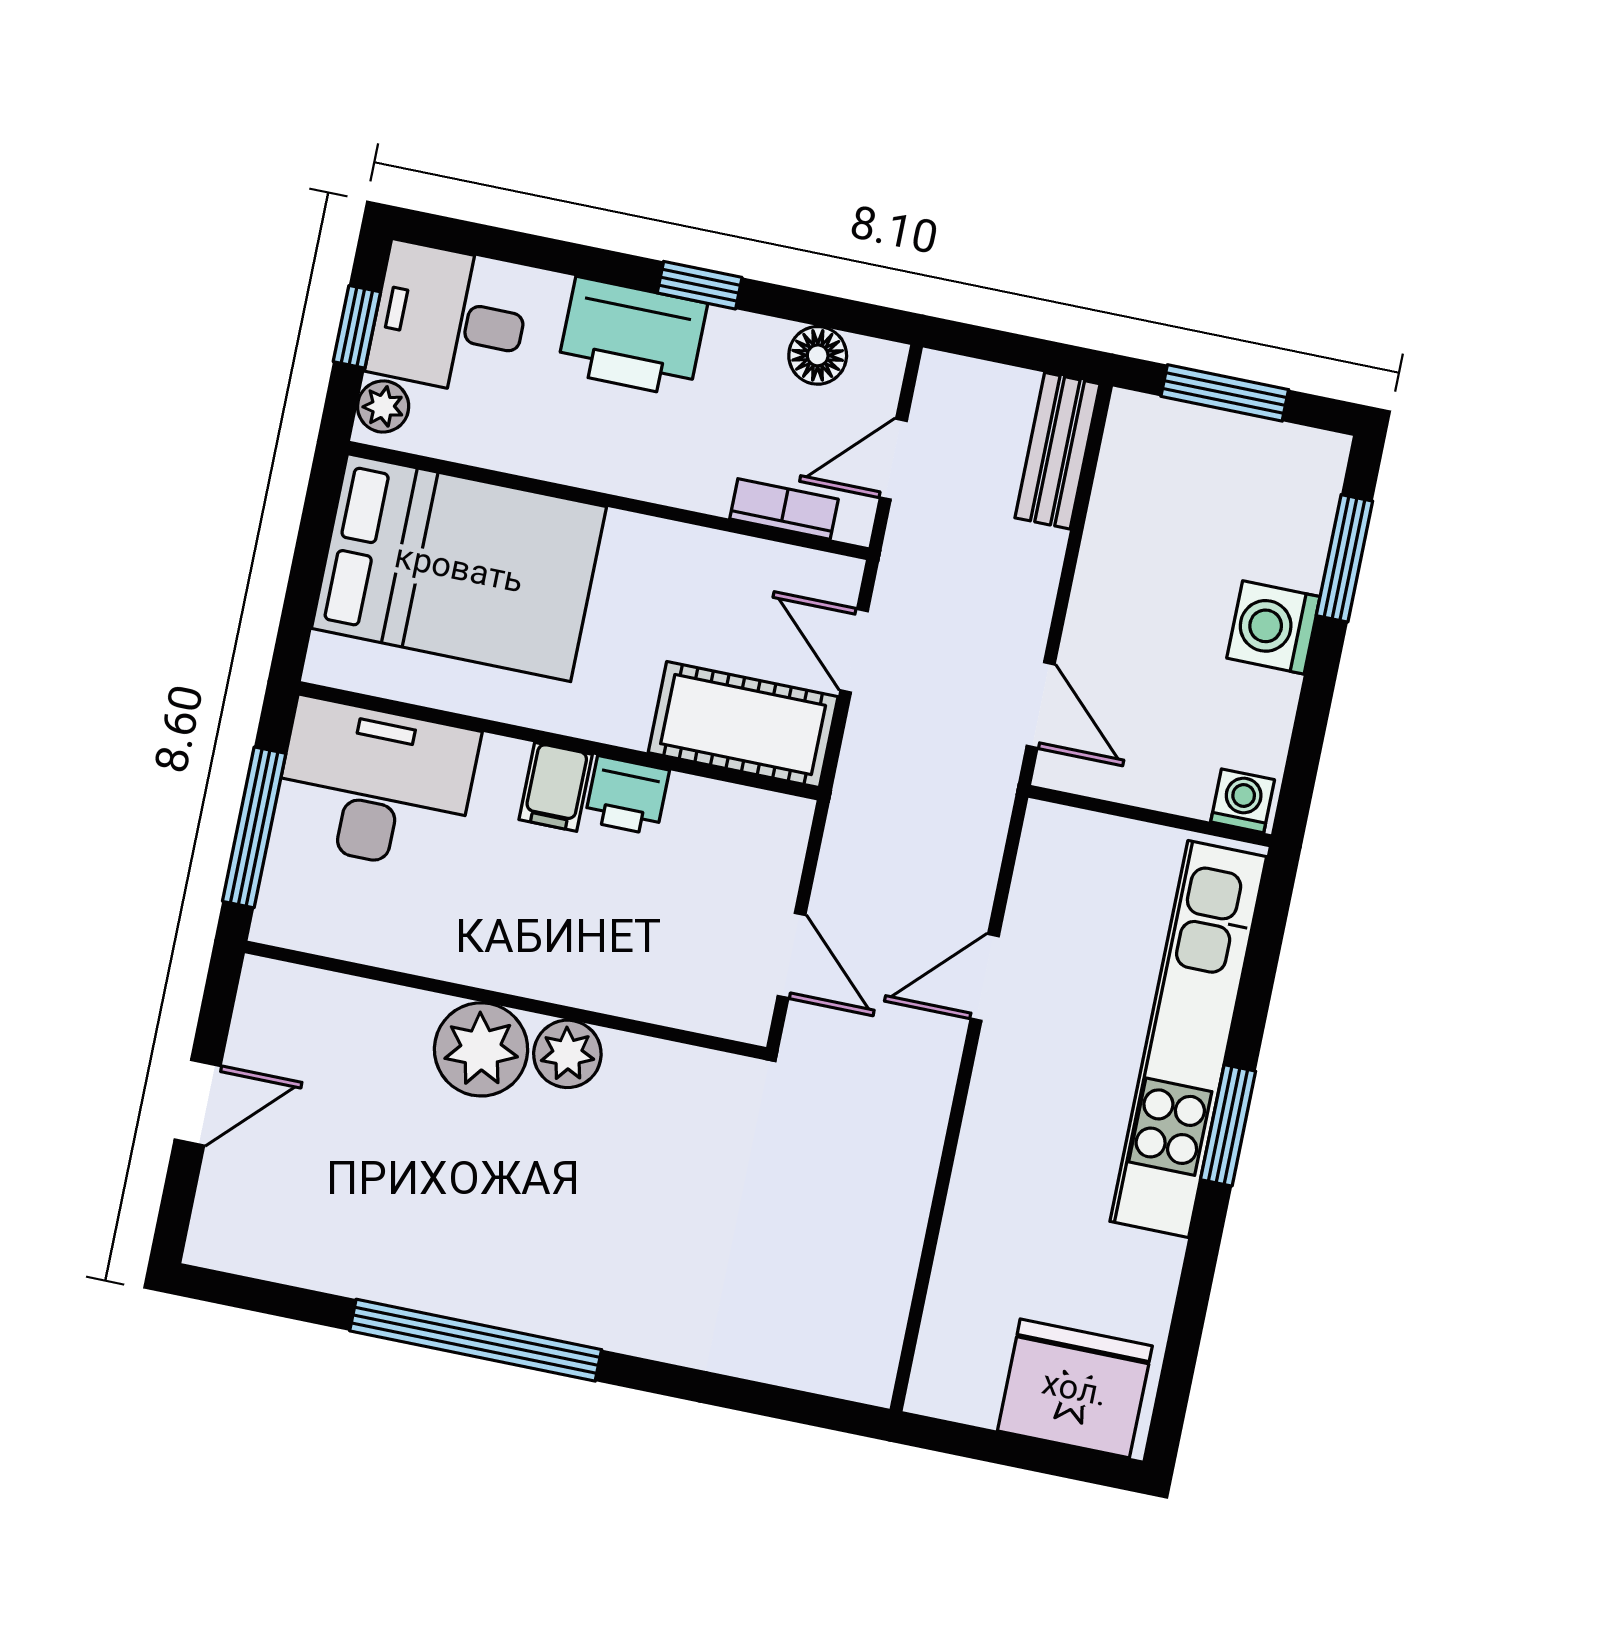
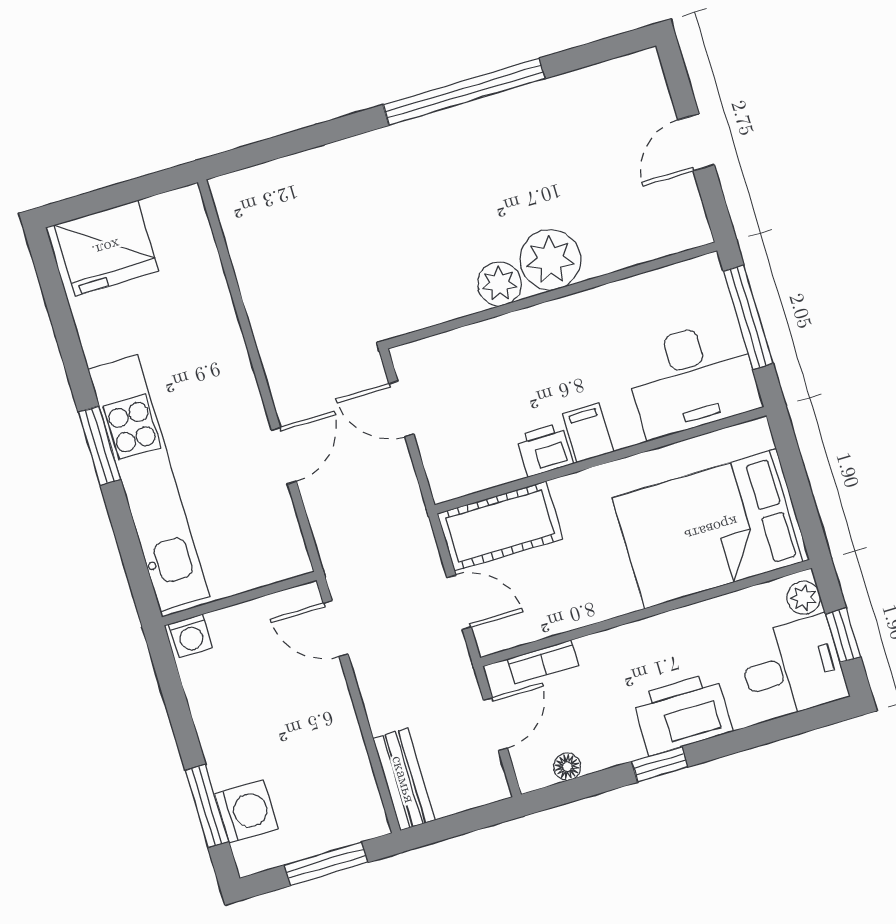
floor lamp: (818, 355) -> (567, 767), width x0.73, depth x0.73
washing machine: (1273, 627) -> (246, 812), moved

